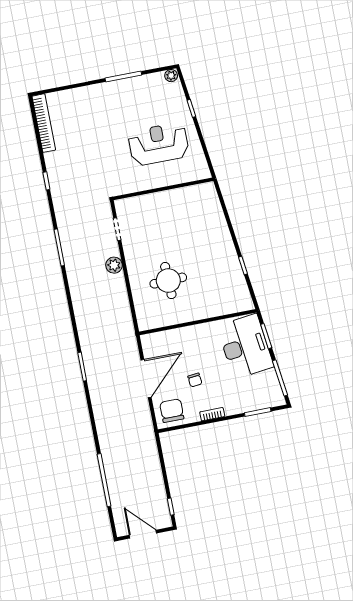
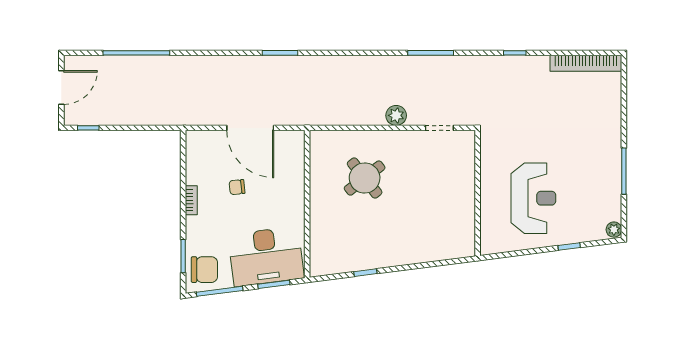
round table: (168, 281) -> (365, 178), turned -36
chair: (172, 411) -> (204, 270), moved

